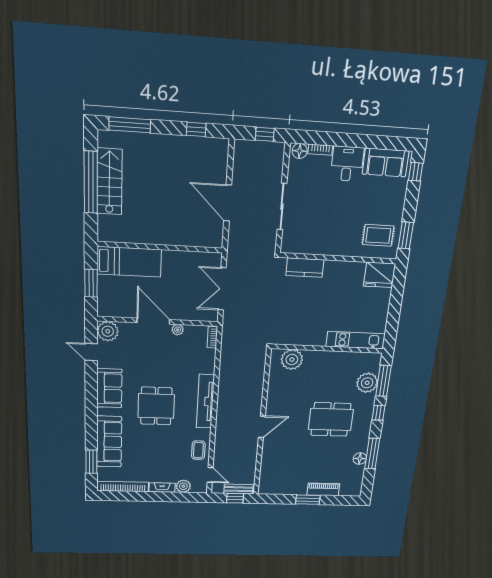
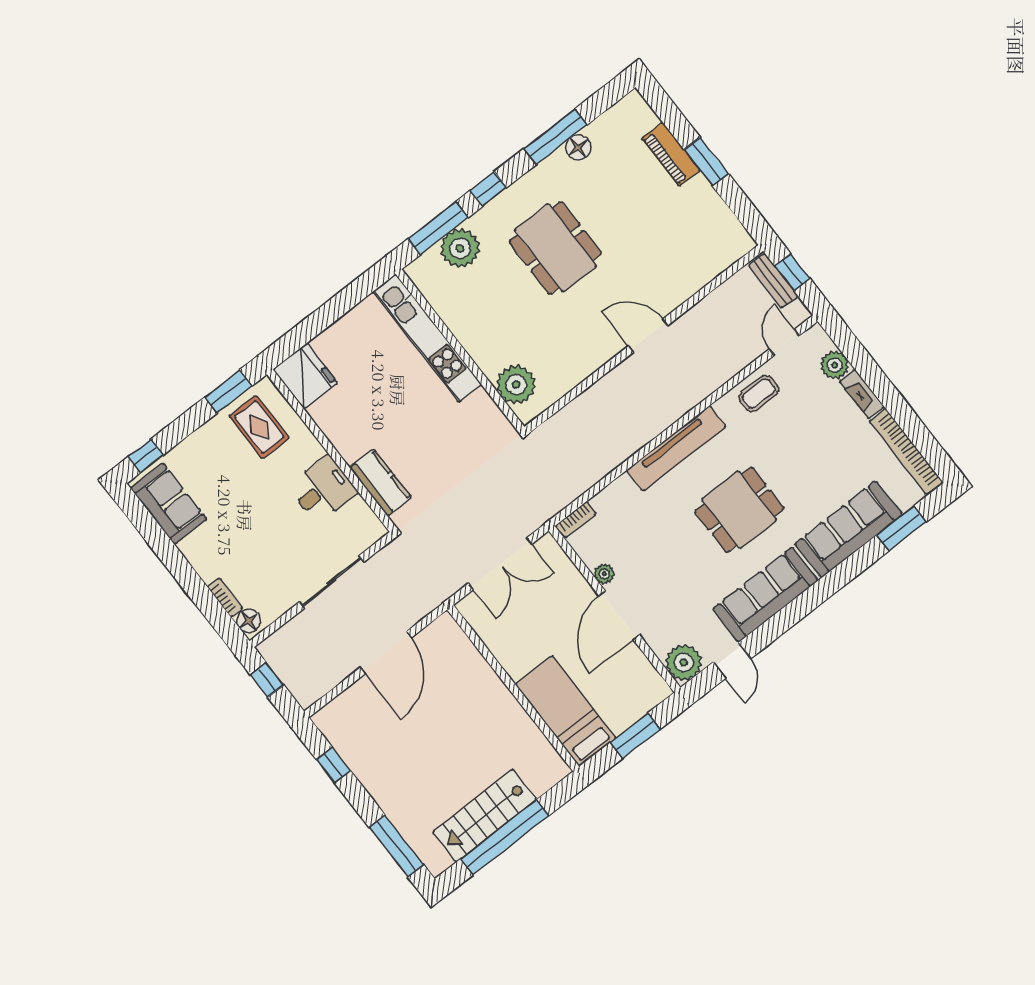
desk: (347, 164) -> (323, 489), moved, turned 180
kitchen unit: (356, 340) -> (427, 338), width x1.36
sofa: (109, 388) -> (765, 595), width x1.36

